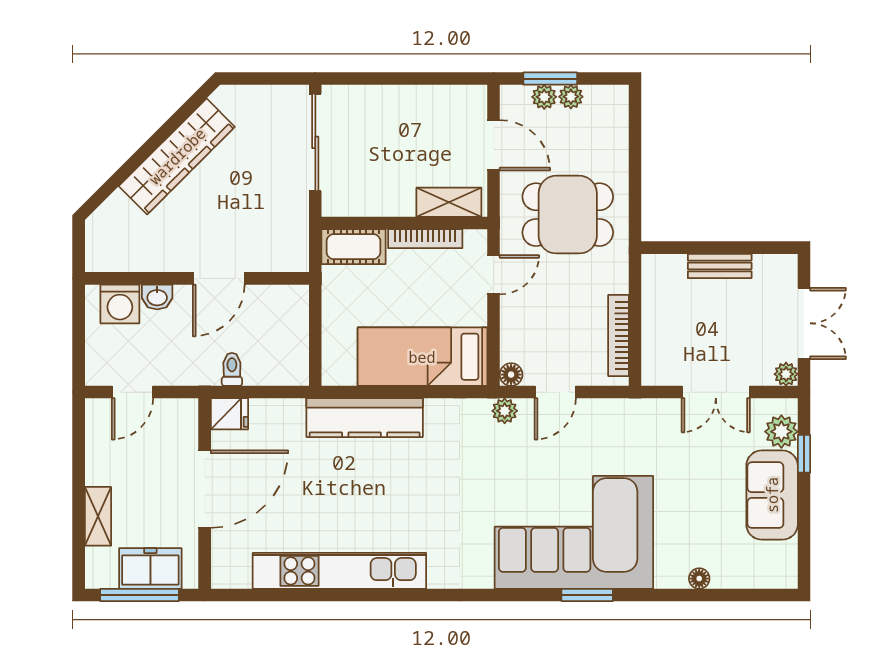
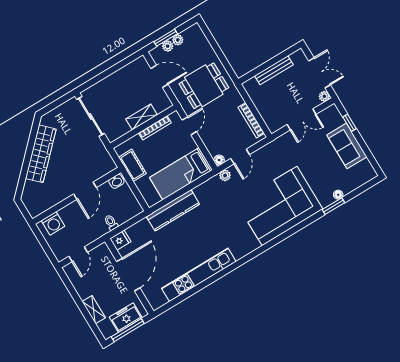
shelving: (449, 202) -> (142, 117), moved
cot: (353, 247) -> (132, 165), moved, turned 90
bench: (720, 266) -> (274, 70), width x1.36
washbasin: (157, 297) -> (116, 181), moved
plant: (781, 432) -> (336, 119), removed
window: (587, 595) -> (333, 206), moved

